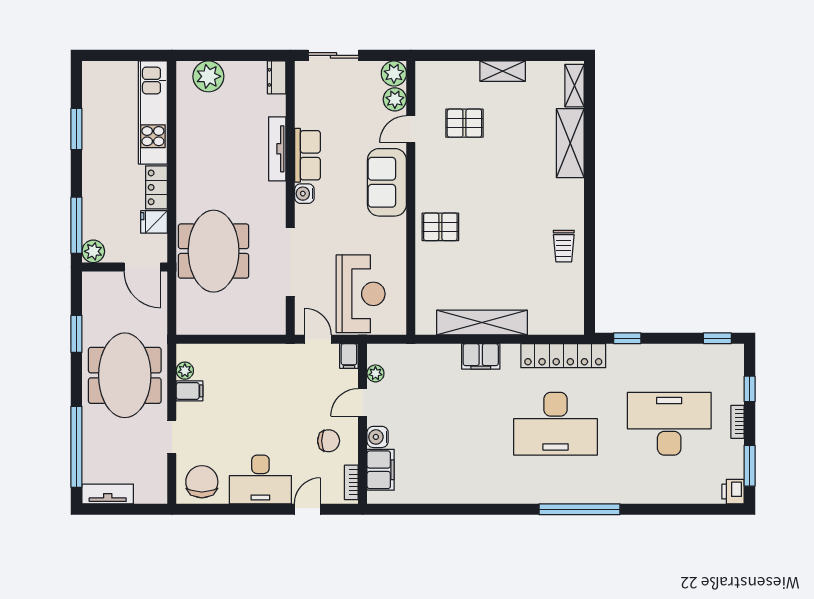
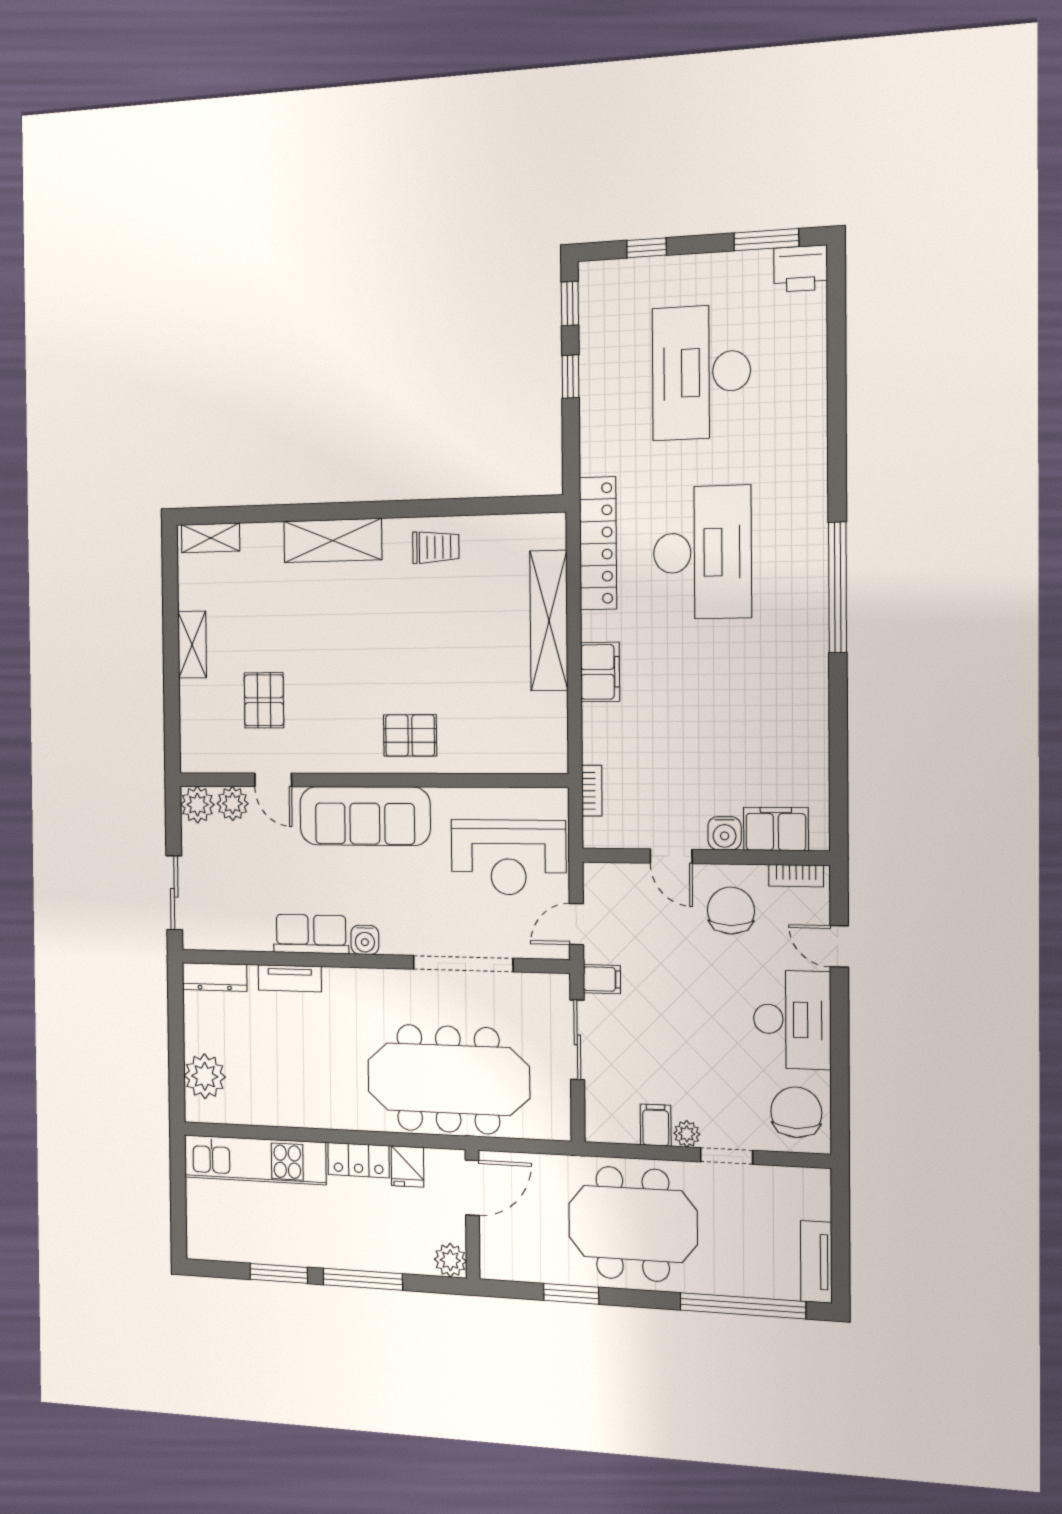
dresser: (277, 77) -> (215, 977), width x1.44
shelving: (570, 143) -> (333, 541), moved
tv unit: (277, 149) -> (290, 978), width x0.71
sofa: (387, 182) -> (365, 816), width x1.36
window: (76, 225) -> (363, 1279), moved
pallet: (440, 227) -> (410, 735), turned 90
meeting table: (214, 251) -> (448, 1079), width x1.36
reception desk: (361, 294) -> (508, 857), turned 180
shelving: (482, 323) -> (549, 621), moved
window: (627, 338) -> (570, 377), moved
sliding door: (243, 339) -> (577, 1040), added
filing cabinet: (349, 356) -> (602, 979), moved
plant: (185, 371) -> (687, 1134), moved
plant: (375, 373) -> (627, 836), removed
bookcase: (737, 422) -> (592, 791), moved, turned -90
chair: (329, 441) -> (731, 911), width x1.37, depth x1.37
chair: (202, 482) -> (796, 1112), turned 90
printer: (733, 492) -> (801, 269), width x1.36, depth x1.24
window: (579, 509) -> (838, 587), moved

